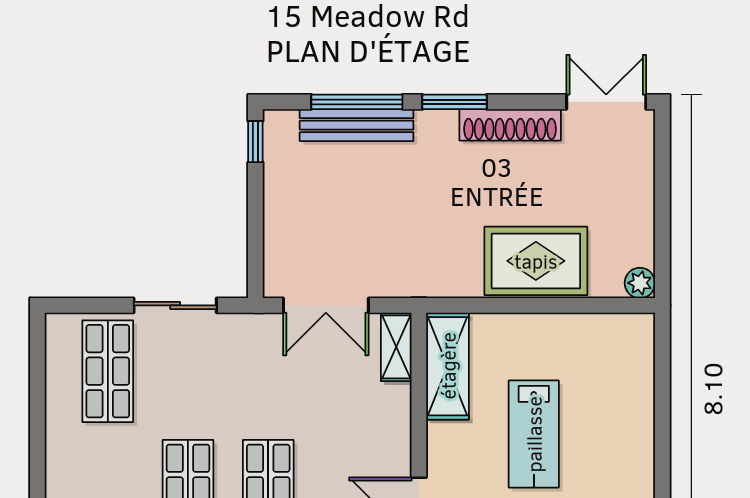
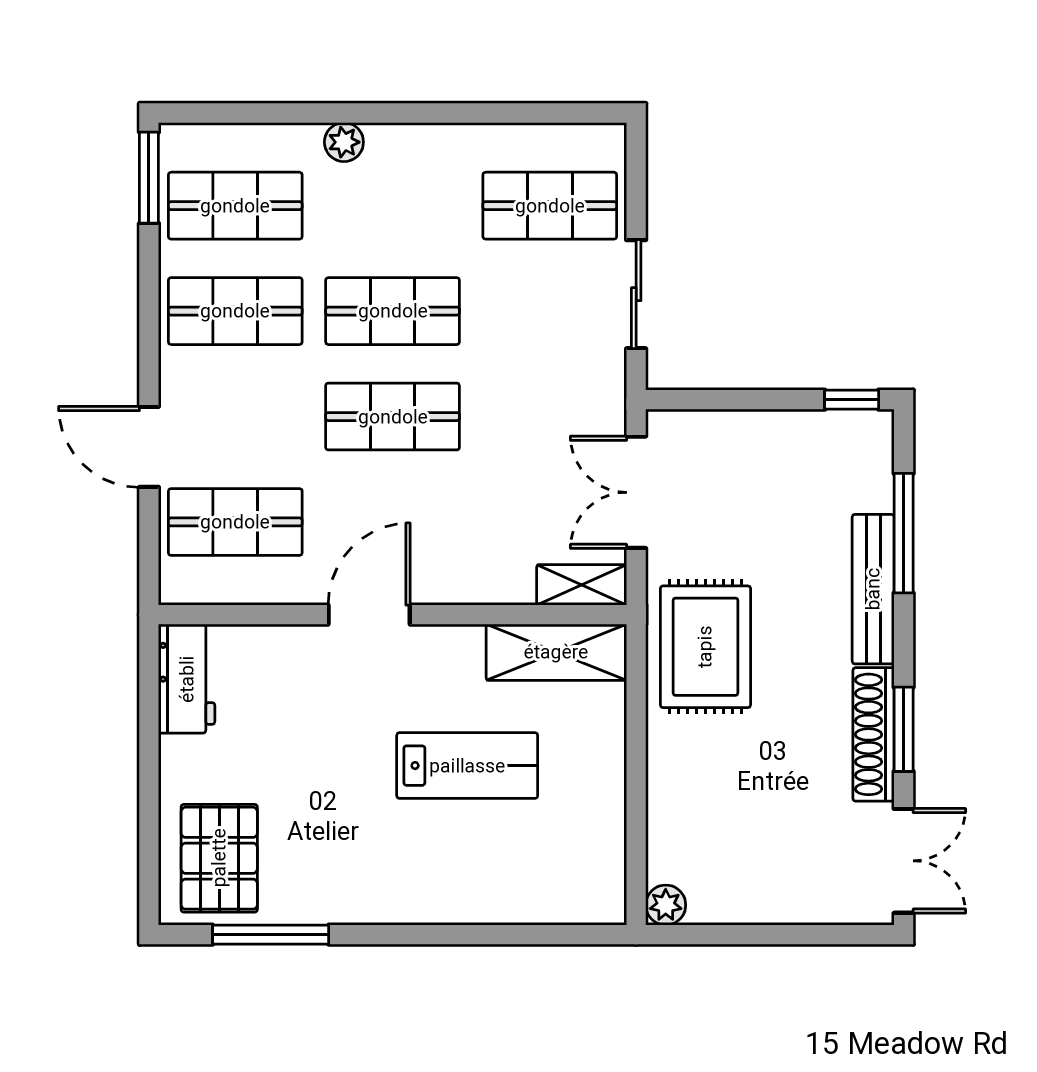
window: (454, 102) -> (904, 729), moved
bench: (357, 125) -> (873, 589), moved
rug: (536, 261) -> (705, 647), moved
lab bench: (534, 434) -> (467, 766), turned 180

